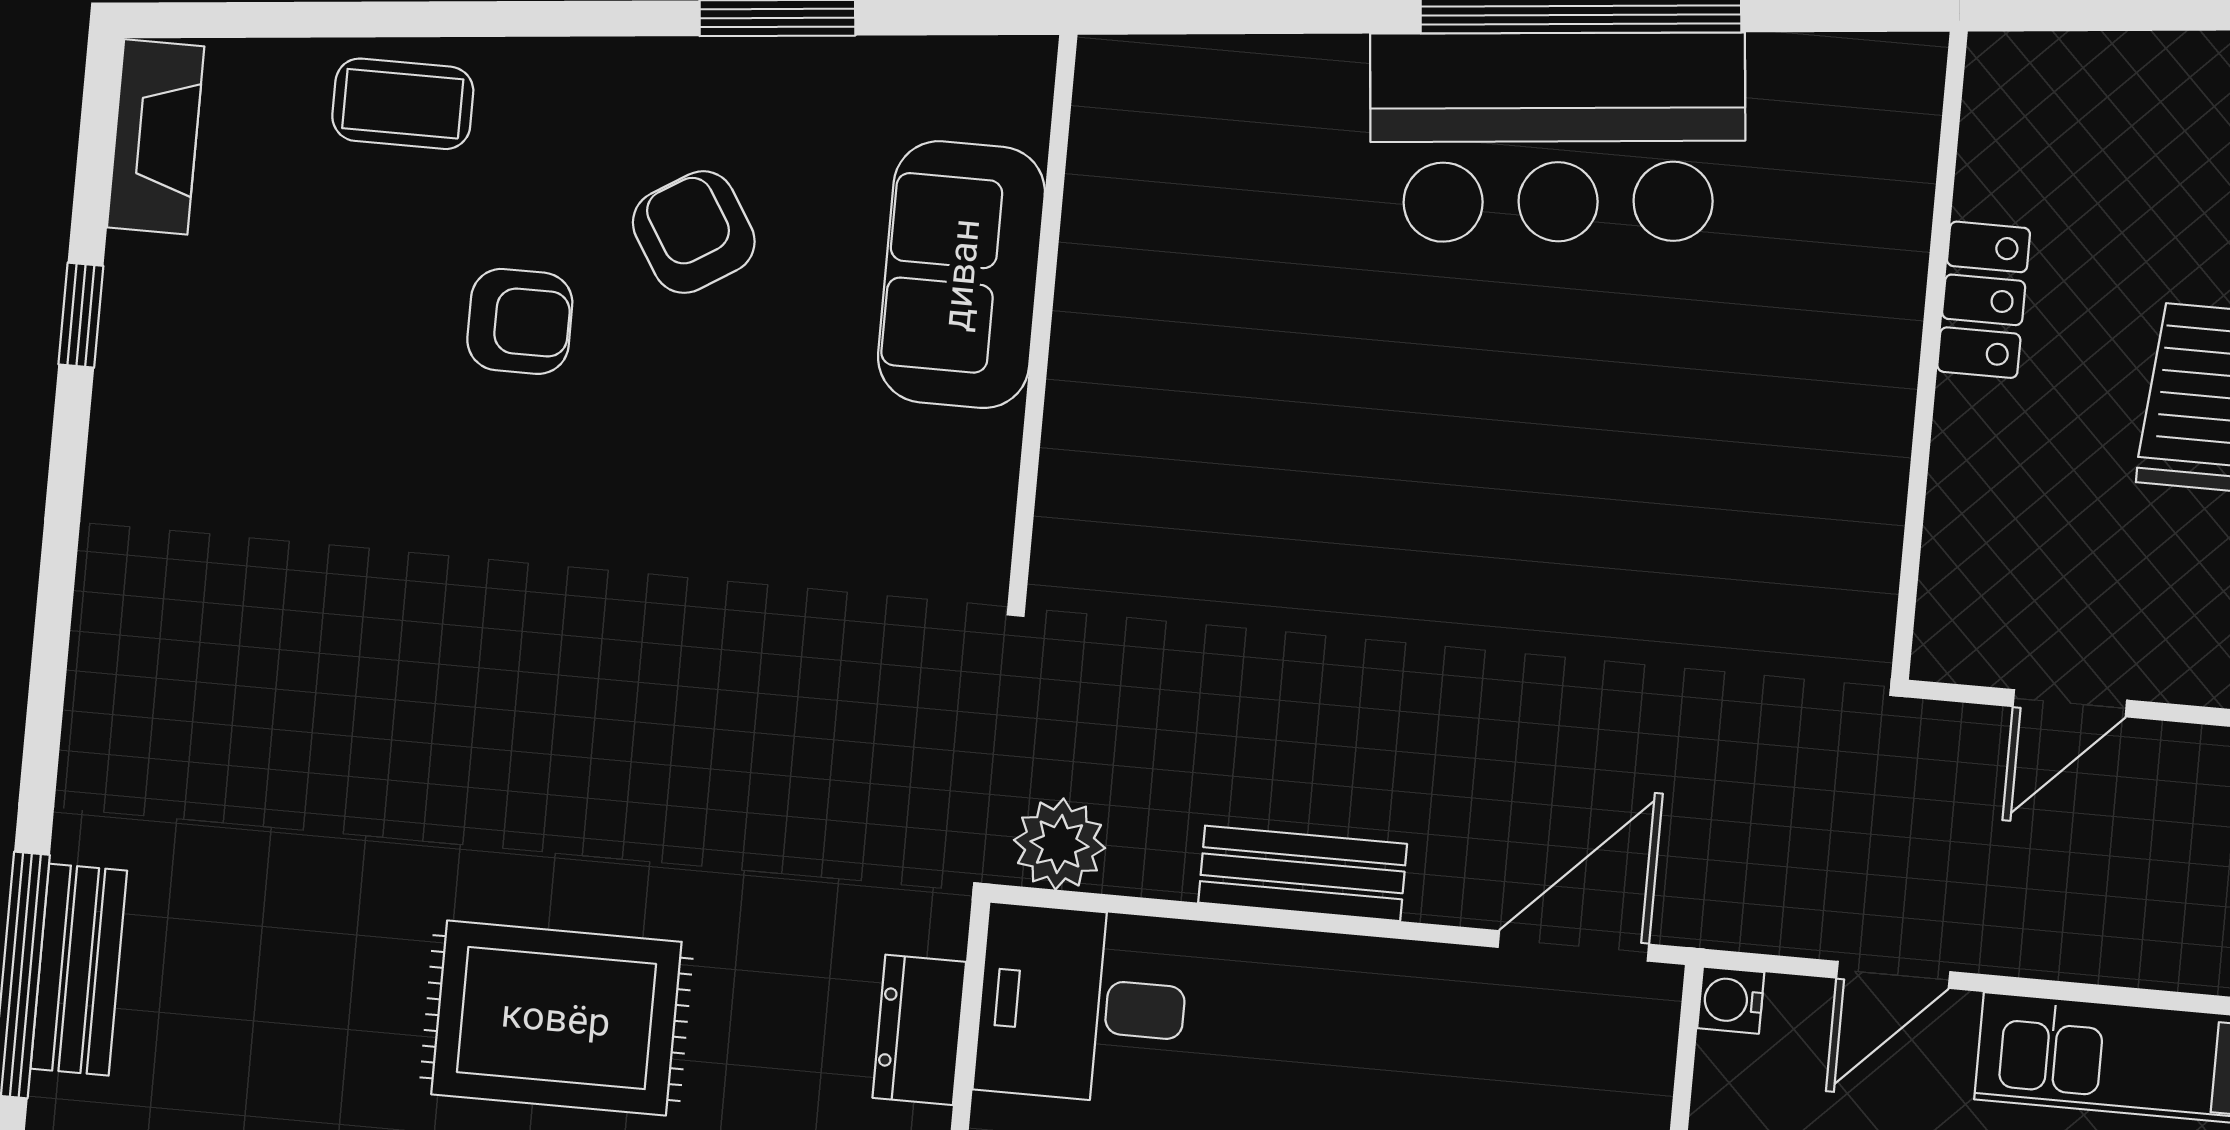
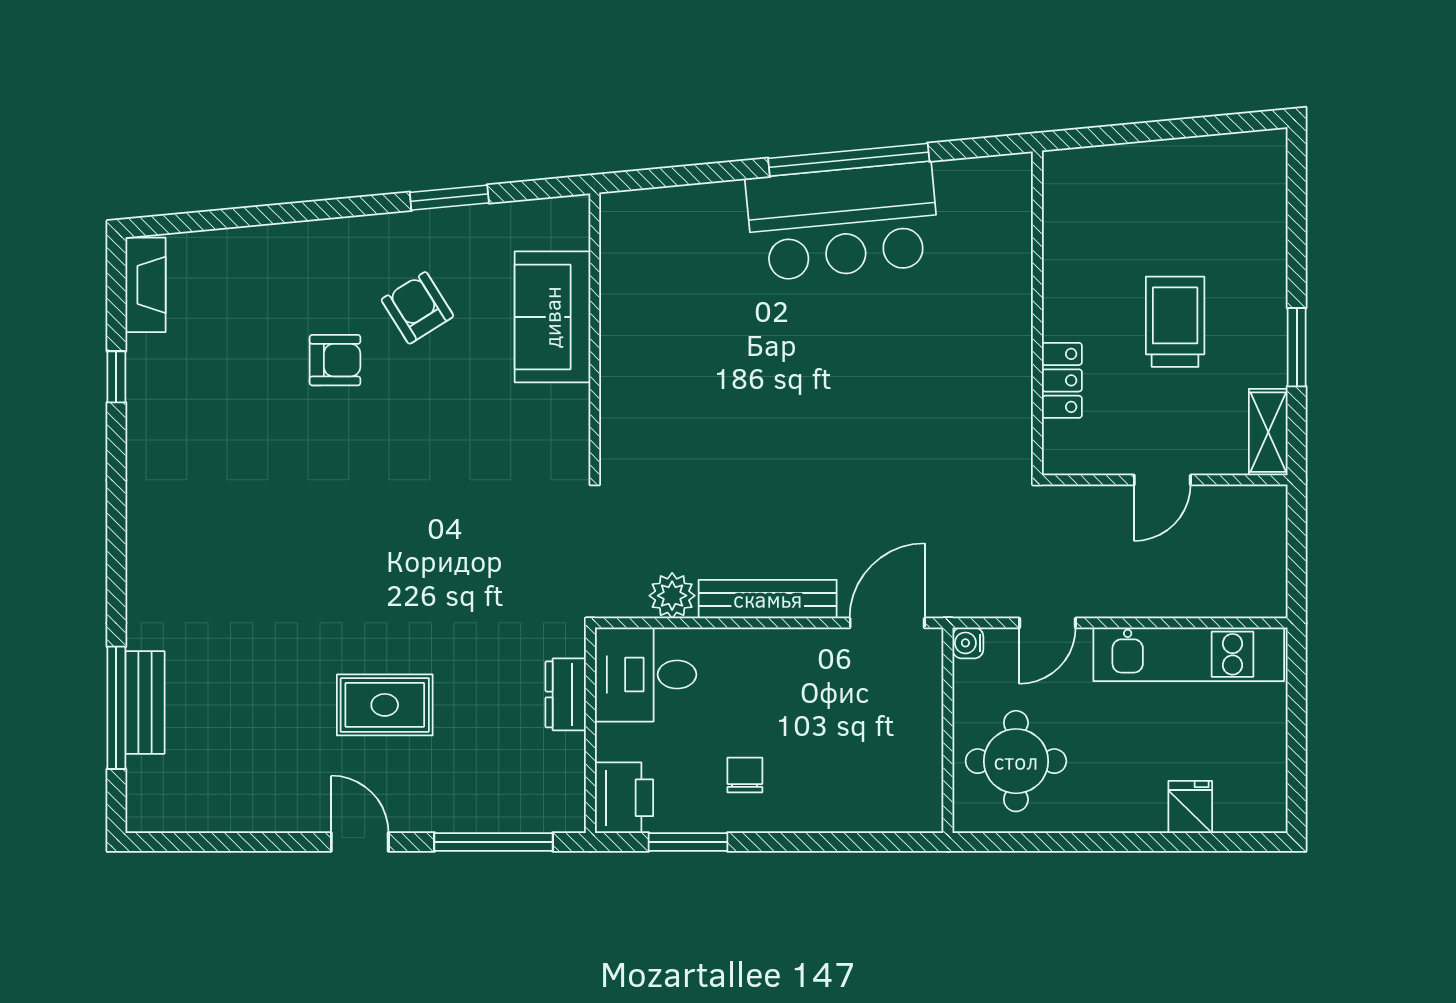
coffee table: (403, 104) -> (267, 257), removed
locker: (1984, 300) -> (1062, 380), moved
door: (2070, 703) -> (1162, 480), moved
plant: (1060, 844) -> (672, 596), moved
bench: (1303, 873) -> (768, 599), width x1.36
rug: (556, 1018) -> (385, 705), width x0.73, depth x0.70

